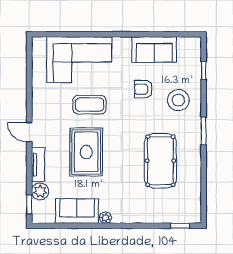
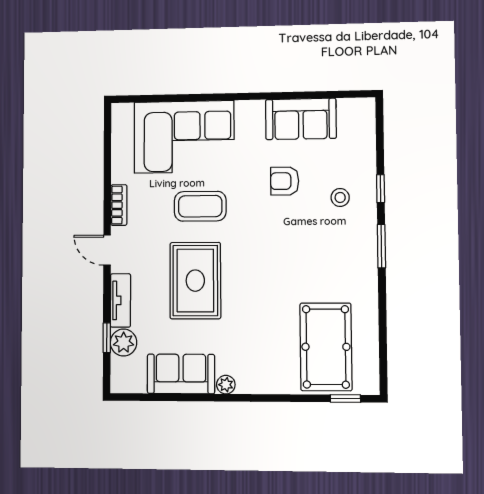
window: (204, 71) -> (381, 189), moved
stool: (178, 100) -> (340, 197), width x0.53, depth x0.53
bookcase: (37, 103) -> (119, 205), added
pool table: (160, 161) -> (326, 347), moved
window: (29, 205) -> (107, 338), moved

